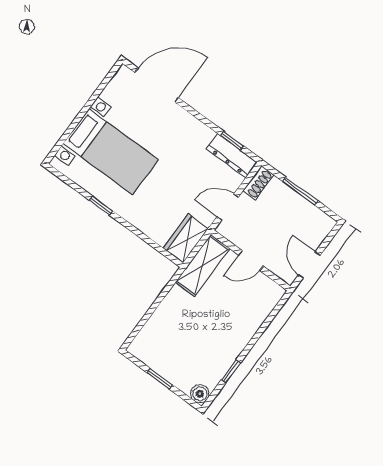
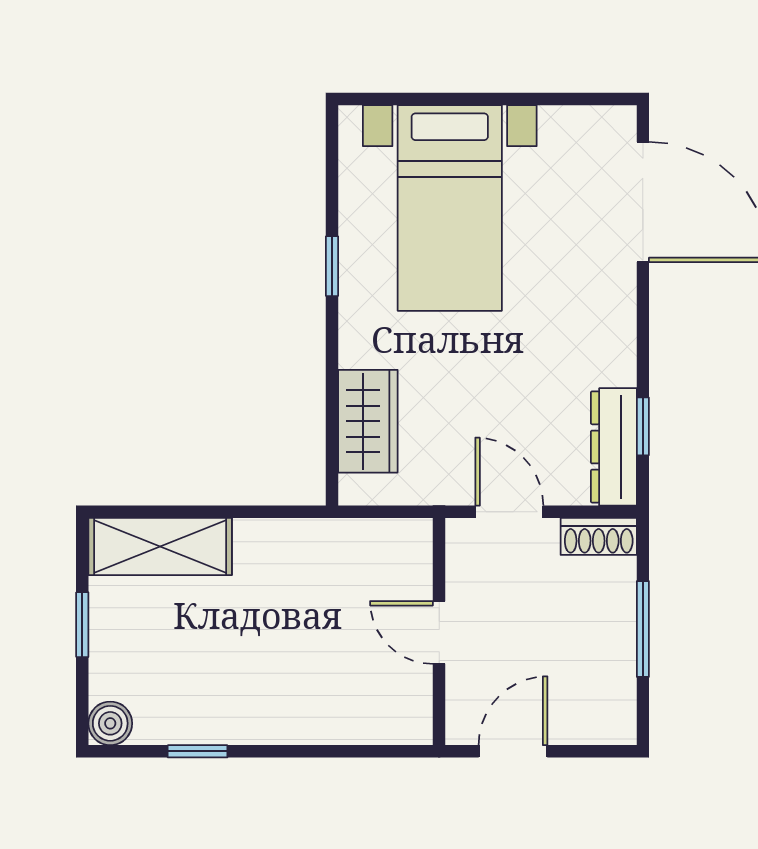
wardrobe: (186, 238) -> (368, 421), moved, turned 90
shelving: (203, 265) -> (160, 547), moved

